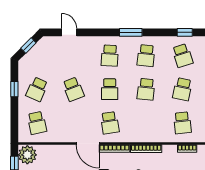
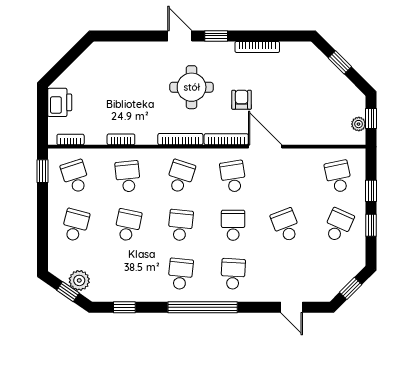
window: (131, 32) -> (203, 307), width x2.11
school desk: (182, 56) -> (180, 177), moved, turned 36
window: (14, 113) -> (371, 191), added
plant: (27, 155) -> (359, 124), width x0.53, depth x0.53

